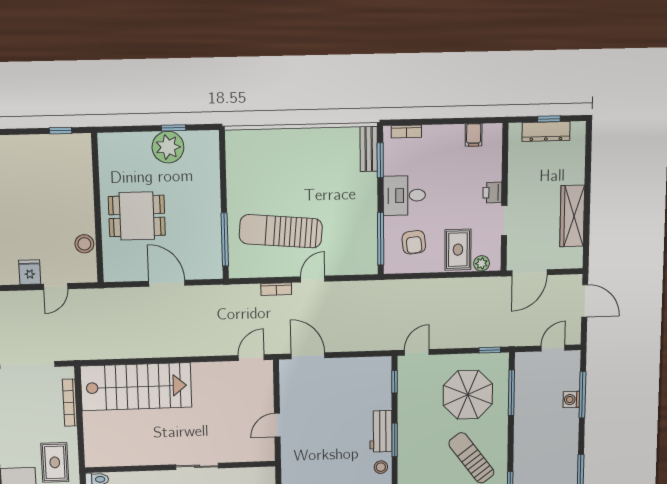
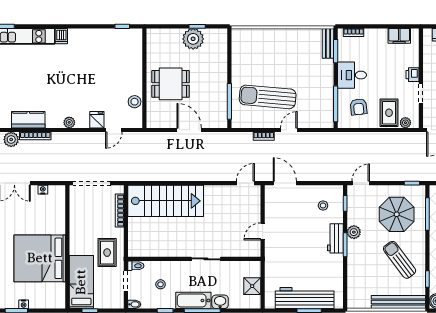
filing cabinet: (474, 135) -> (399, 36), width x2.00
plant: (407, 422) -> (354, 232), added
stool: (381, 467) -> (323, 205), moved

